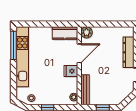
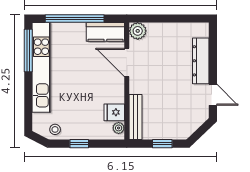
window: (44, 24) -> (75, 18), added
door: (79, 53) -> (127, 62), swing flipped
fridge: (71, 71) -> (114, 112), moved

